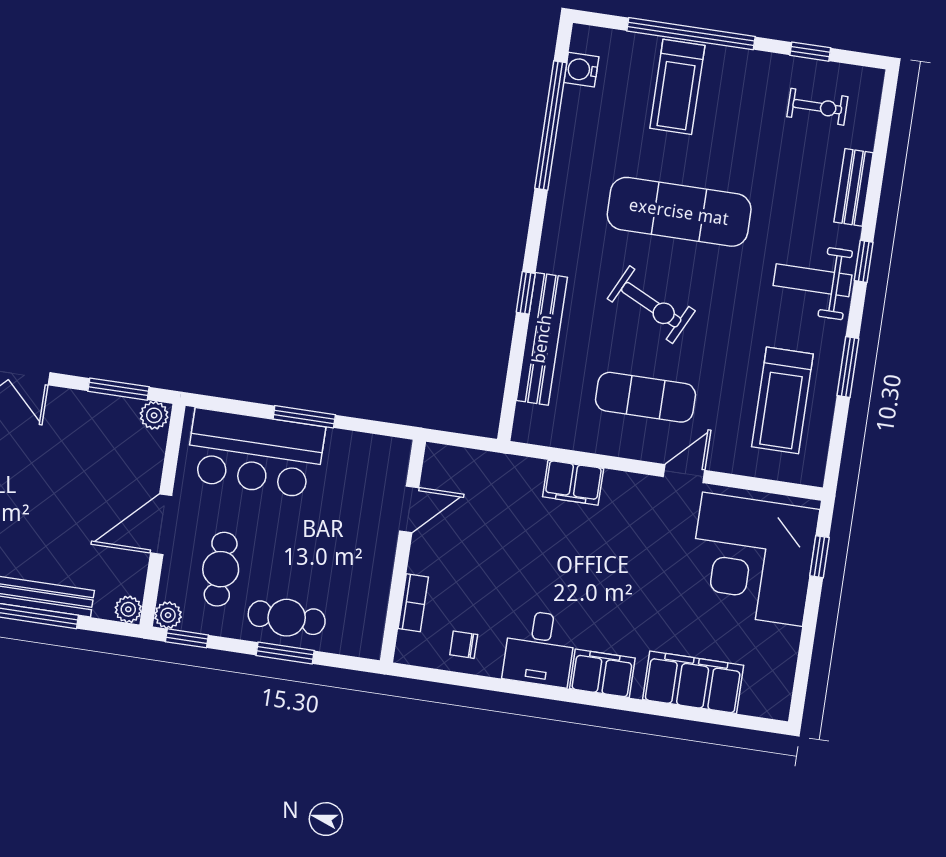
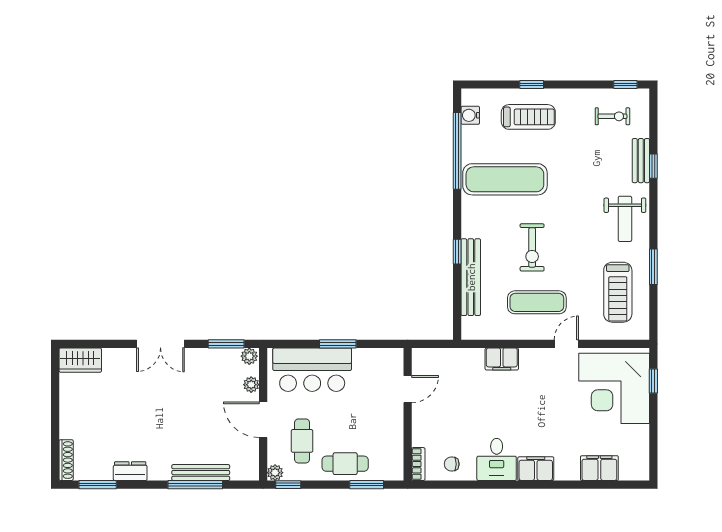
window: (691, 34) -> (532, 84), width x0.32
window: (810, 52) -> (625, 84), moved
treadmill: (677, 87) -> (528, 117), turned -90
exercise mat: (679, 212) -> (505, 179), moved
window: (864, 261) -> (653, 166), moved
weight bench: (813, 280) -> (625, 219), turned -90
exercise bike: (651, 305) -> (532, 247), turned 64
door: (161, 524) -> (263, 420), hinge flipped
bookcase: (413, 603) -> (418, 464), moved
plant: (128, 609) -> (251, 385), moved
window: (285, 653) -> (367, 485), moved
filing cabinet: (693, 682) -> (599, 468), width x0.67, depth x0.86

